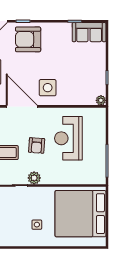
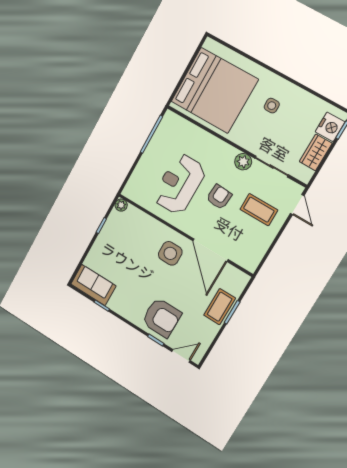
reception desk: (68, 138) -> (179, 184), turned 180

